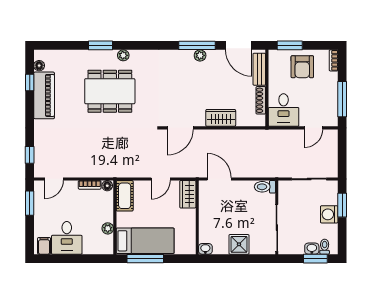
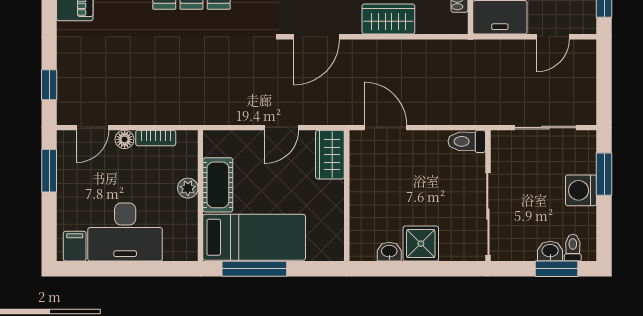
floor lamp: (107, 186) -> (125, 139), moved
cot: (125, 196) -> (218, 185), moved
plant: (108, 228) -> (188, 188), moved
desk: (67, 238) -> (125, 232), width x1.37
washbasin: (205, 249) -> (389, 252), moved

